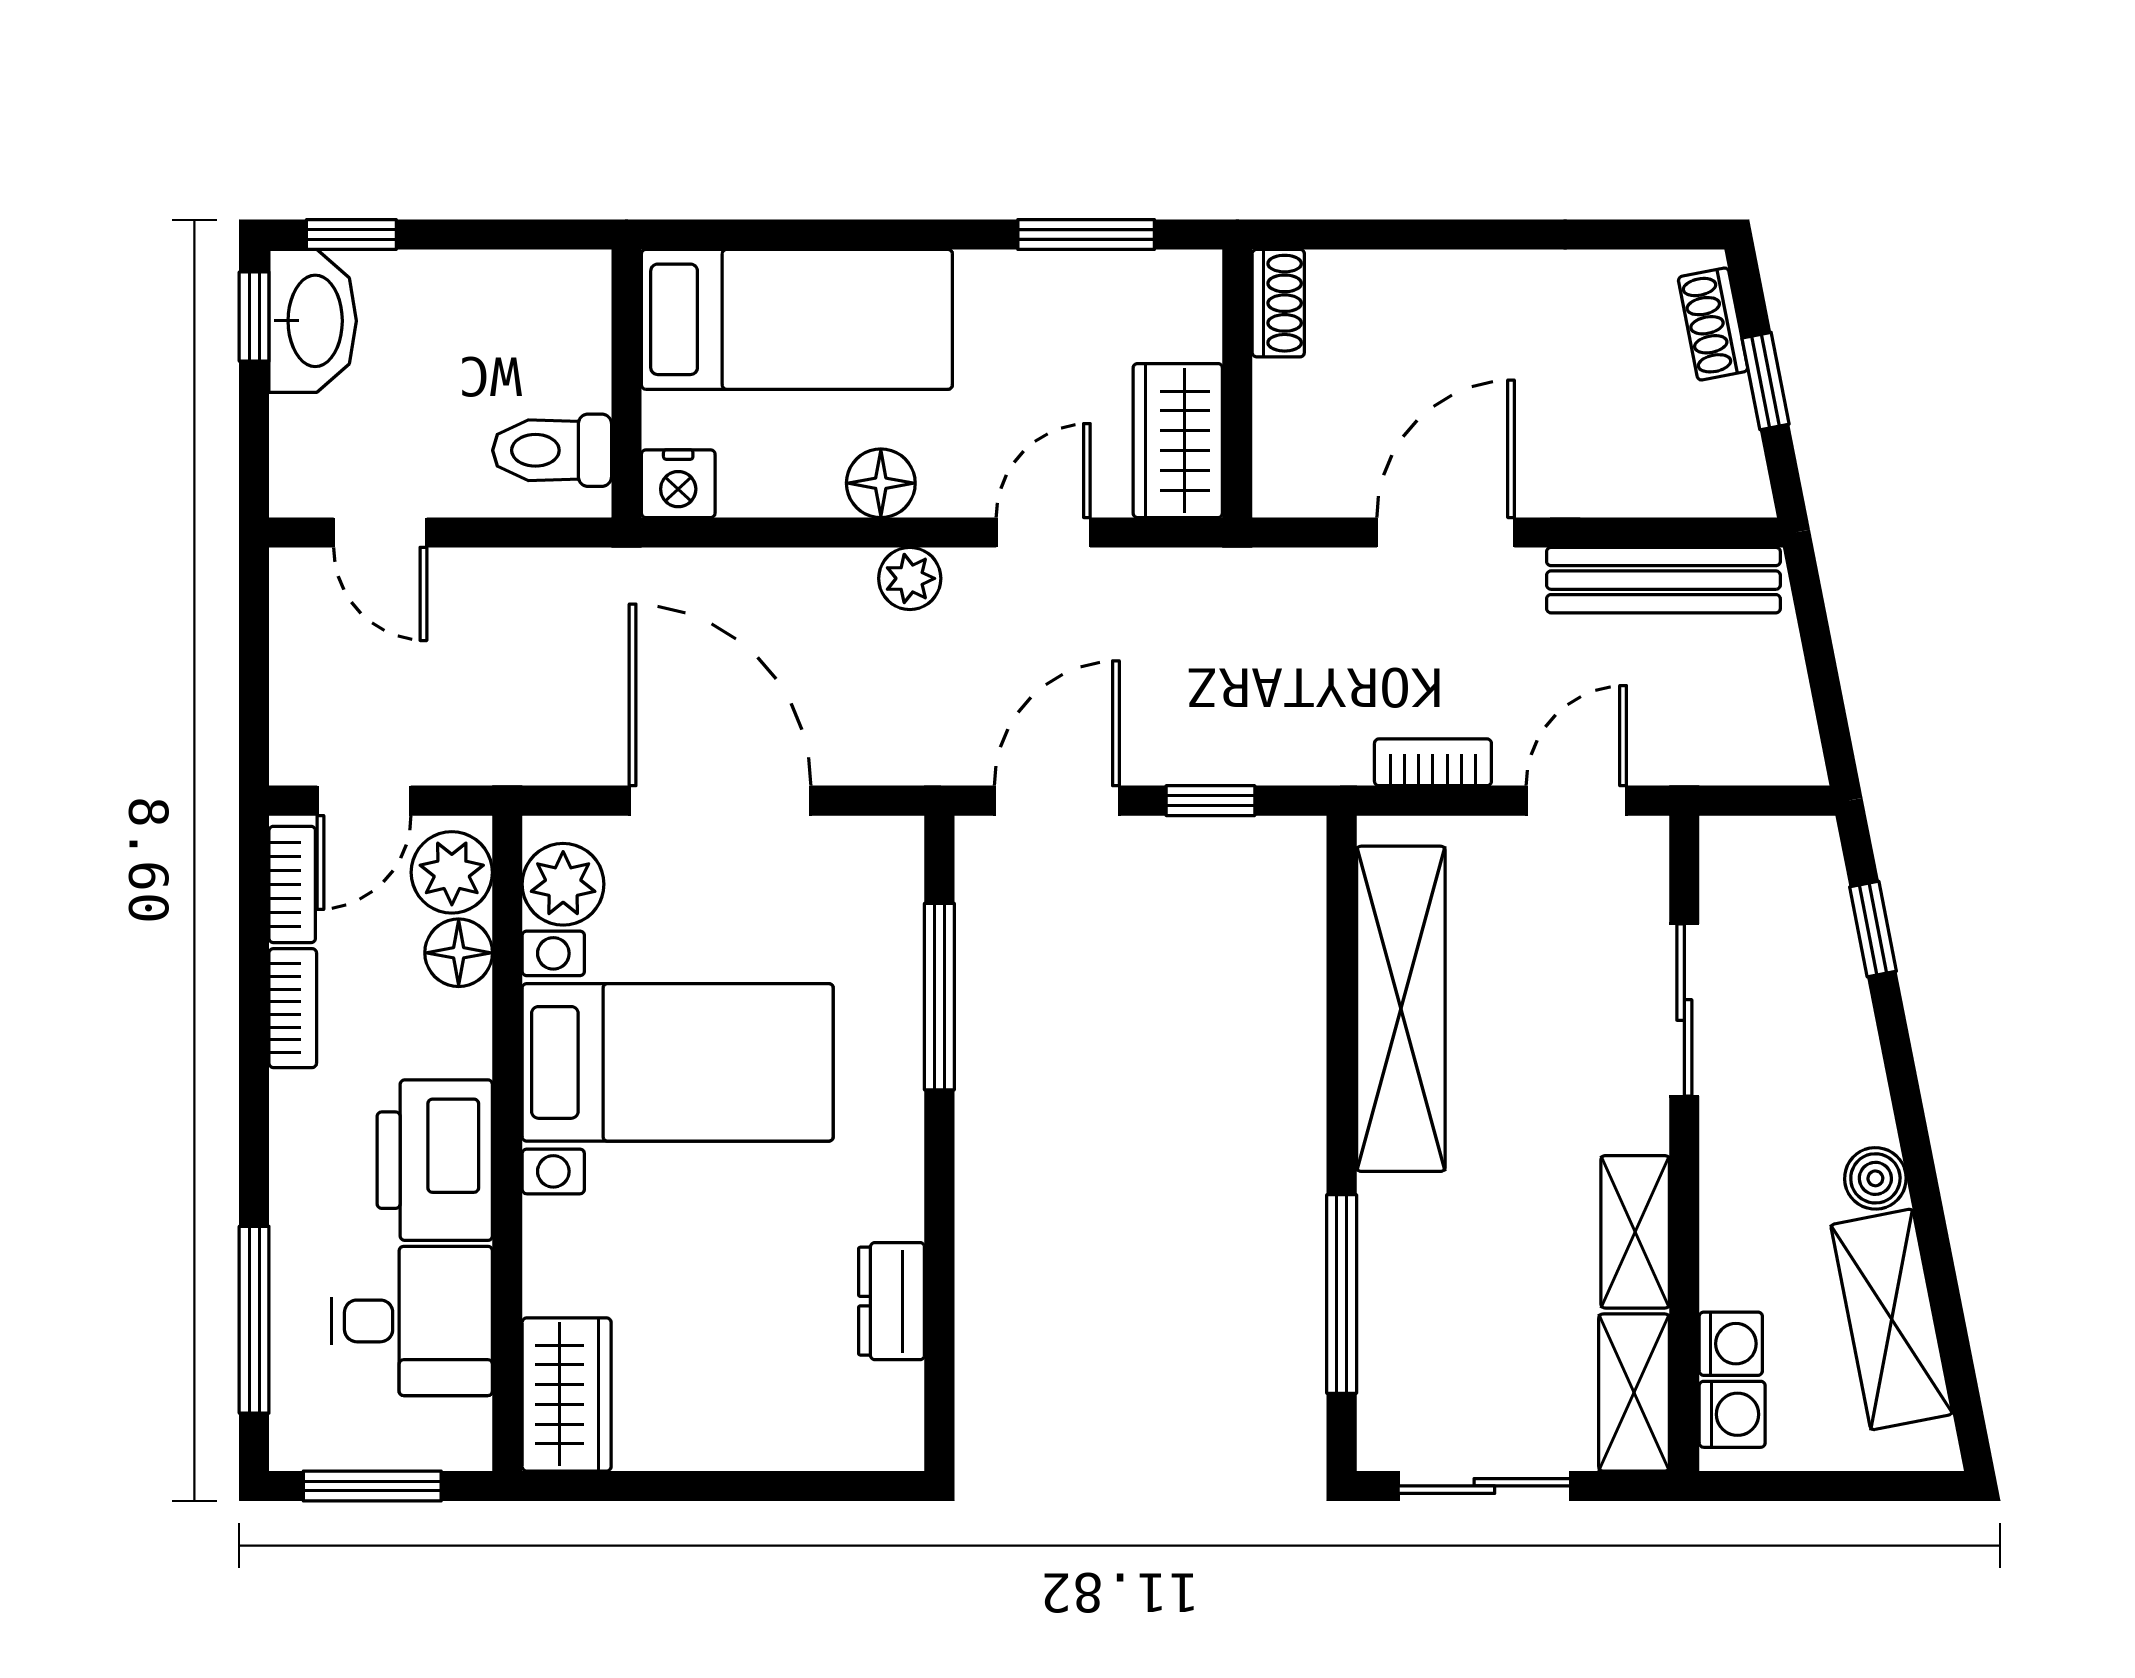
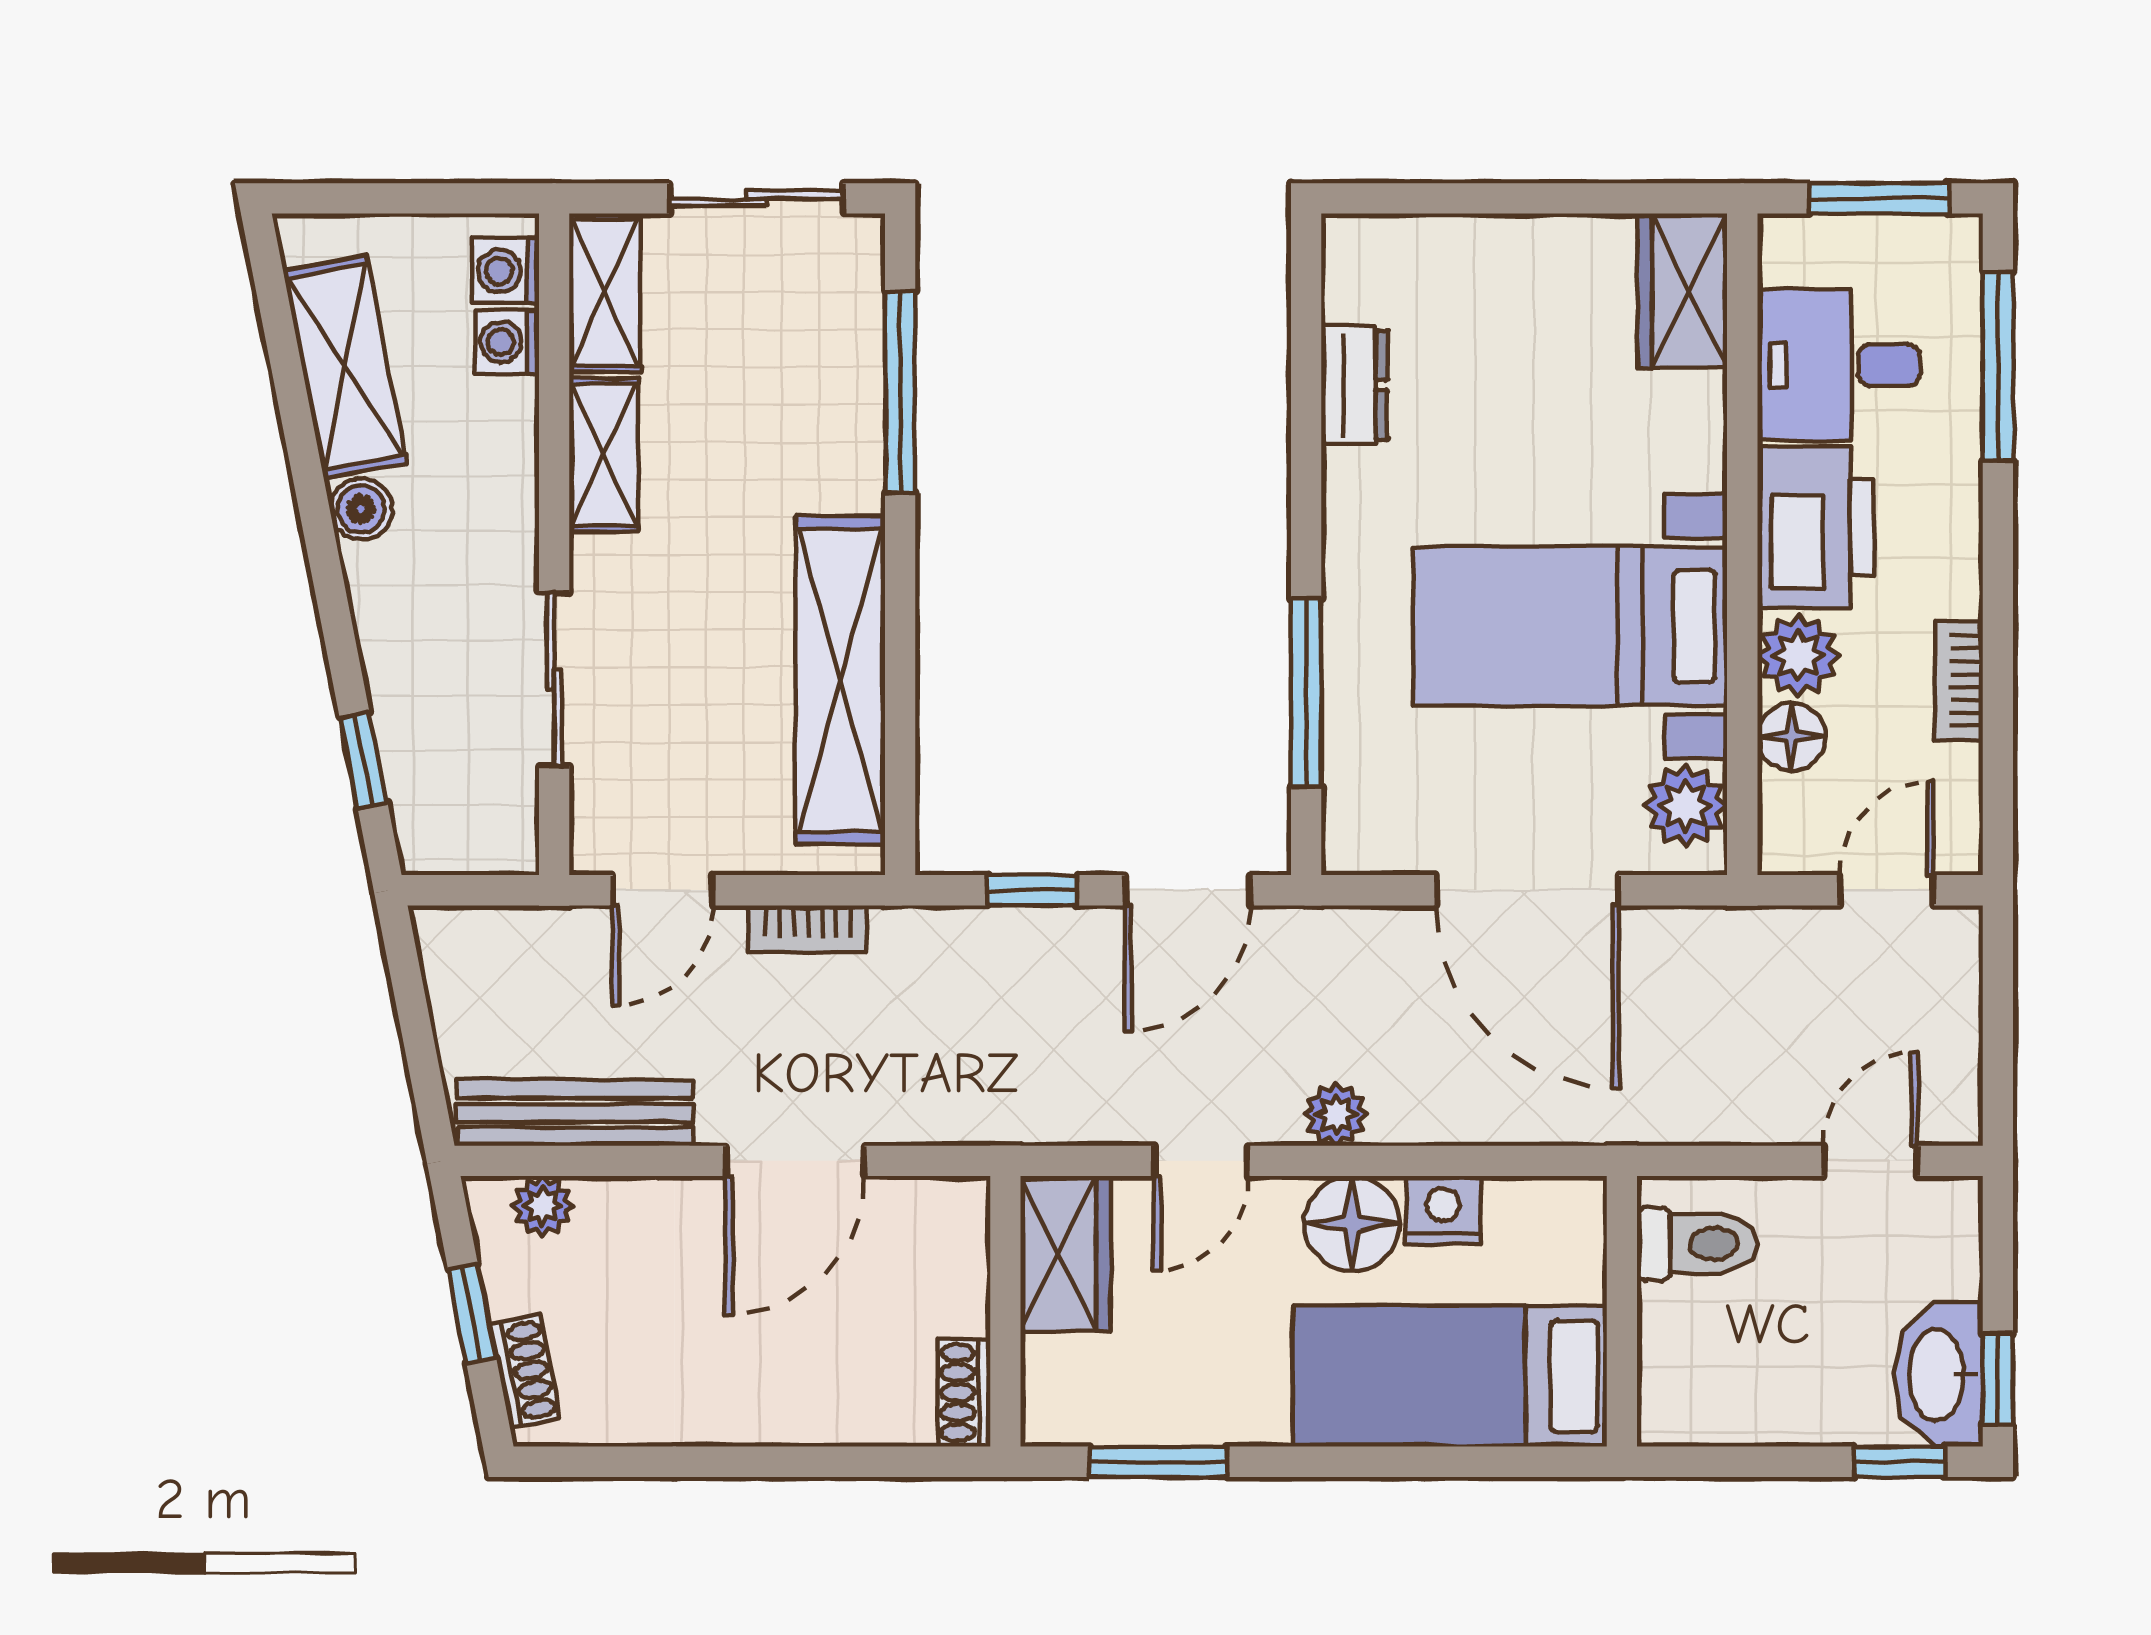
floor lamp: (881, 483) -> (1352, 1224), width x1.38, depth x1.38
nightstand: (678, 484) -> (1443, 1210), moved
plant: (1696, 488) -> (543, 1206), added
door: (380, 532) -> (1871, 1161), hinge flipped
plant: (452, 872) -> (1798, 656), moved
bookcase: (292, 884) -> (1959, 806), removed

